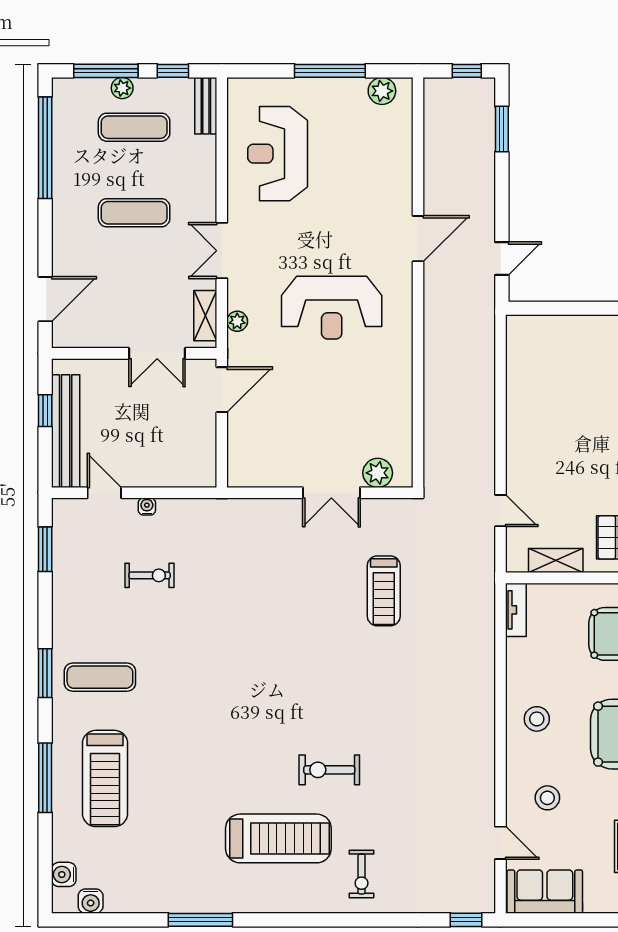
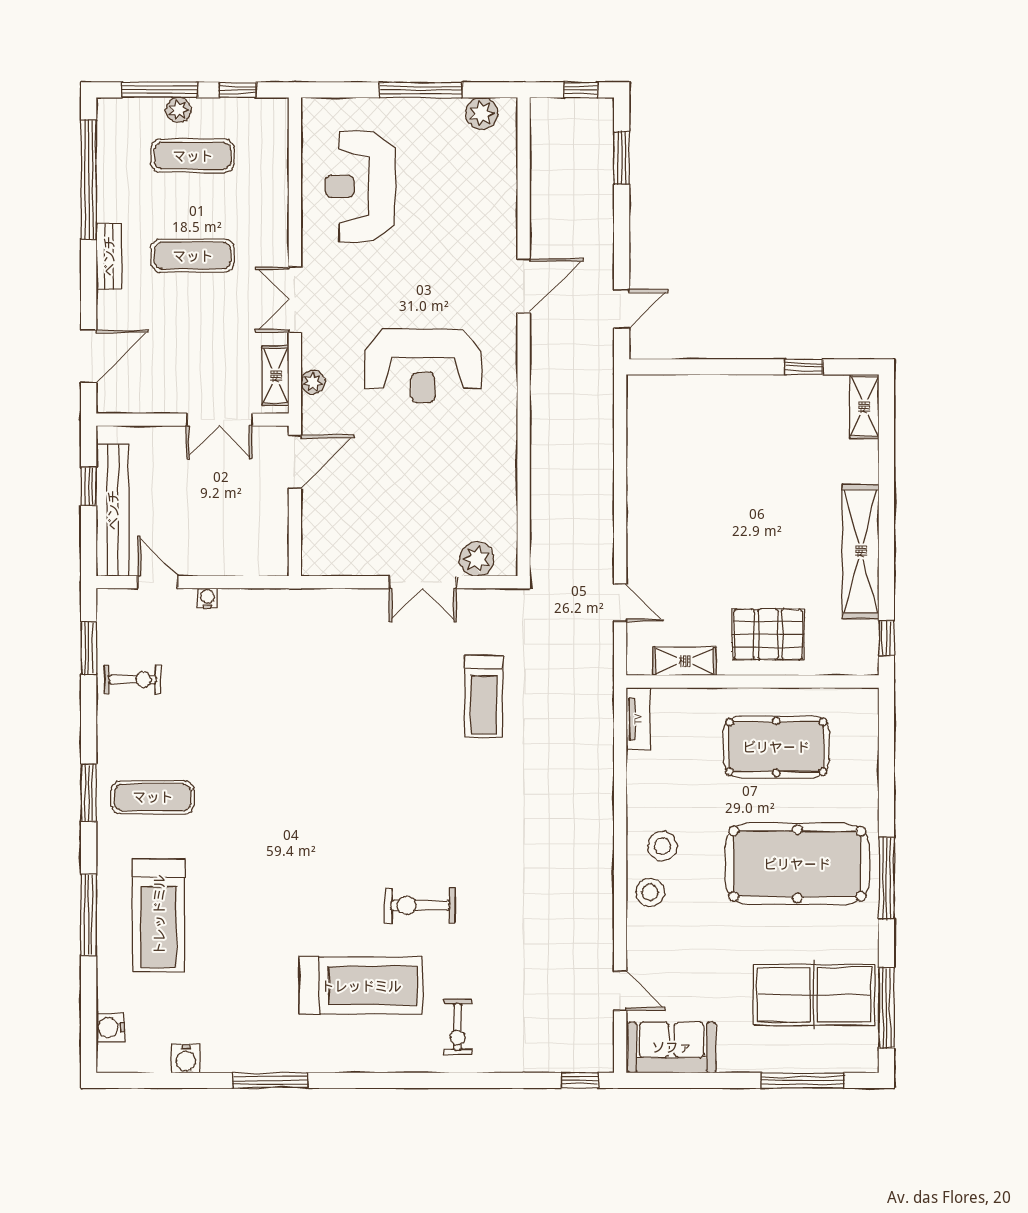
bench: (206, 106) -> (109, 256), moved
exercise bike: (150, 575) -> (133, 679), moved
stool: (547, 798) -> (650, 892), moved
water cooler: (91, 901) -> (186, 1059), moved

